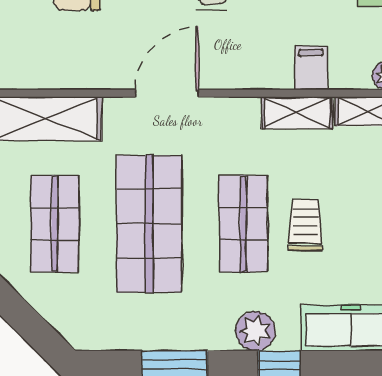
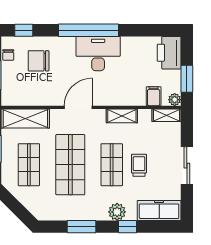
filing cabinet: (311, 68) -> (154, 96), moved
shelving: (297, 113) -> (122, 116), moved

